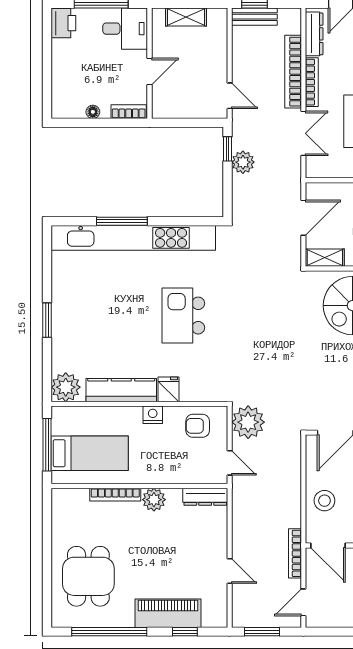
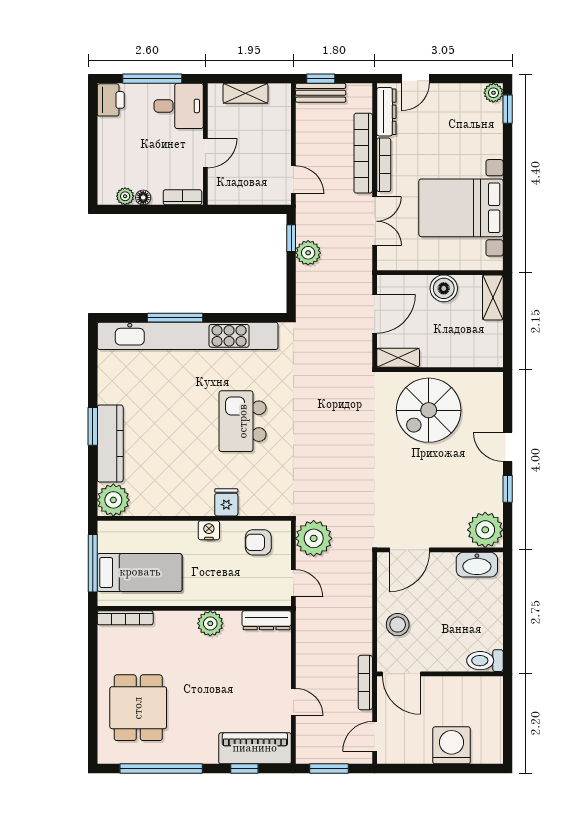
plant: (76, 111) -> (125, 196), added
kitchen counter: (121, 390) -> (110, 443), moved, turned 90
bookcase: (115, 495) -> (125, 618), moved
piano: (168, 613) -> (255, 748), moved

